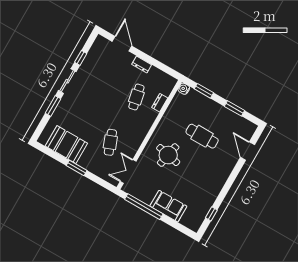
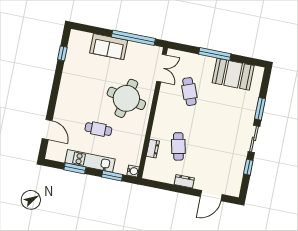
door: (122, 44) -> (211, 196), hinge flipped
kitchen unit: (219, 111) -> (90, 161), added
cafe table: (202, 136) -> (98, 129), width x0.73, depth x0.74
round table: (168, 155) -> (126, 98), width x1.36, depth x1.36
window: (77, 168) -> (215, 54), width x1.44

